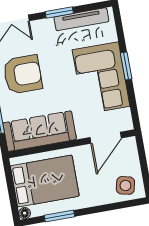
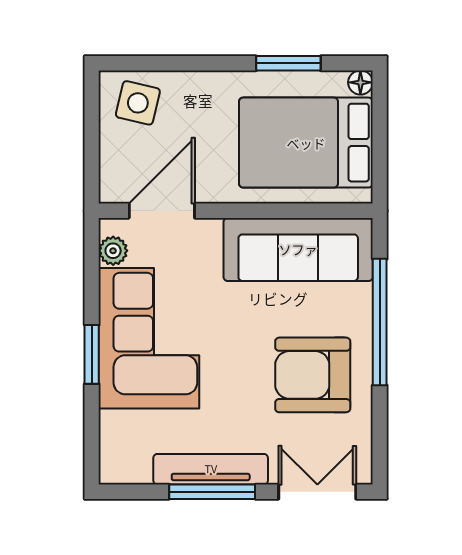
window: (59, 12) -> (212, 492), width x1.44
tv unit: (81, 19) -> (211, 469), moved
plant: (125, 115) -> (113, 251), added

